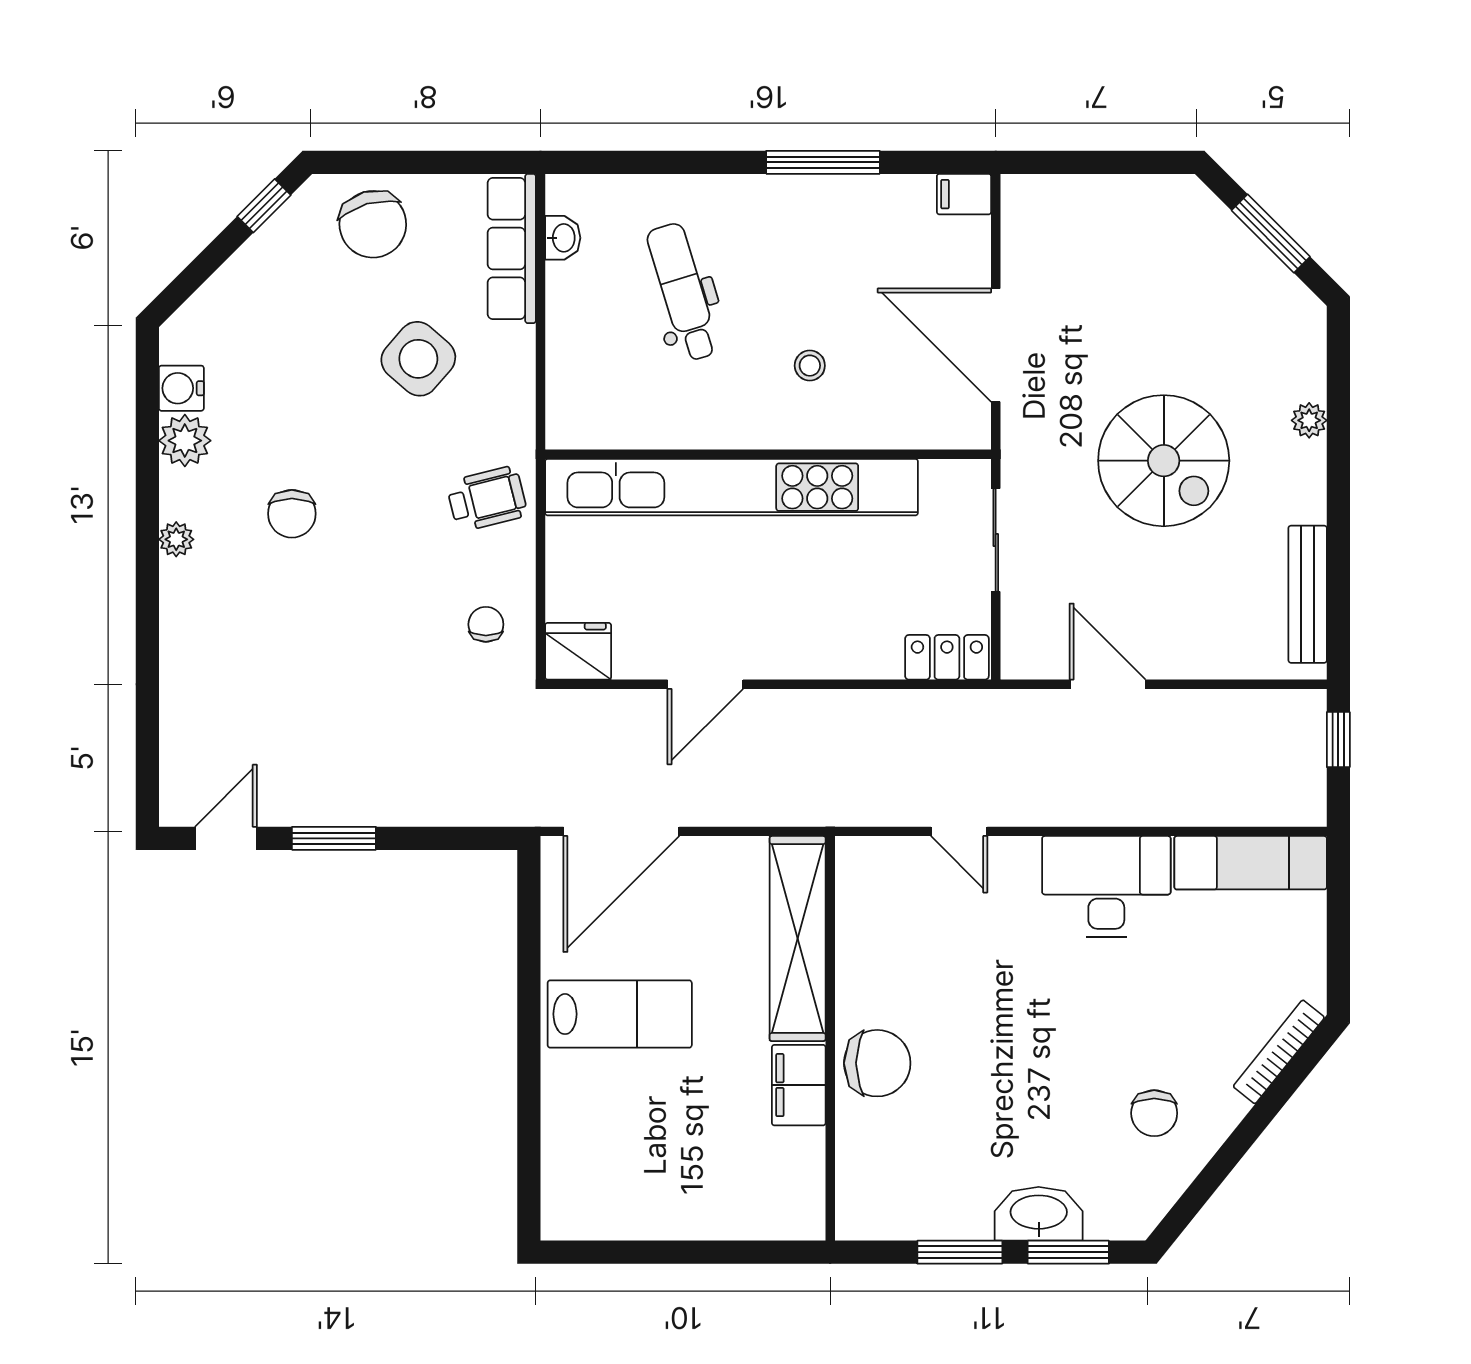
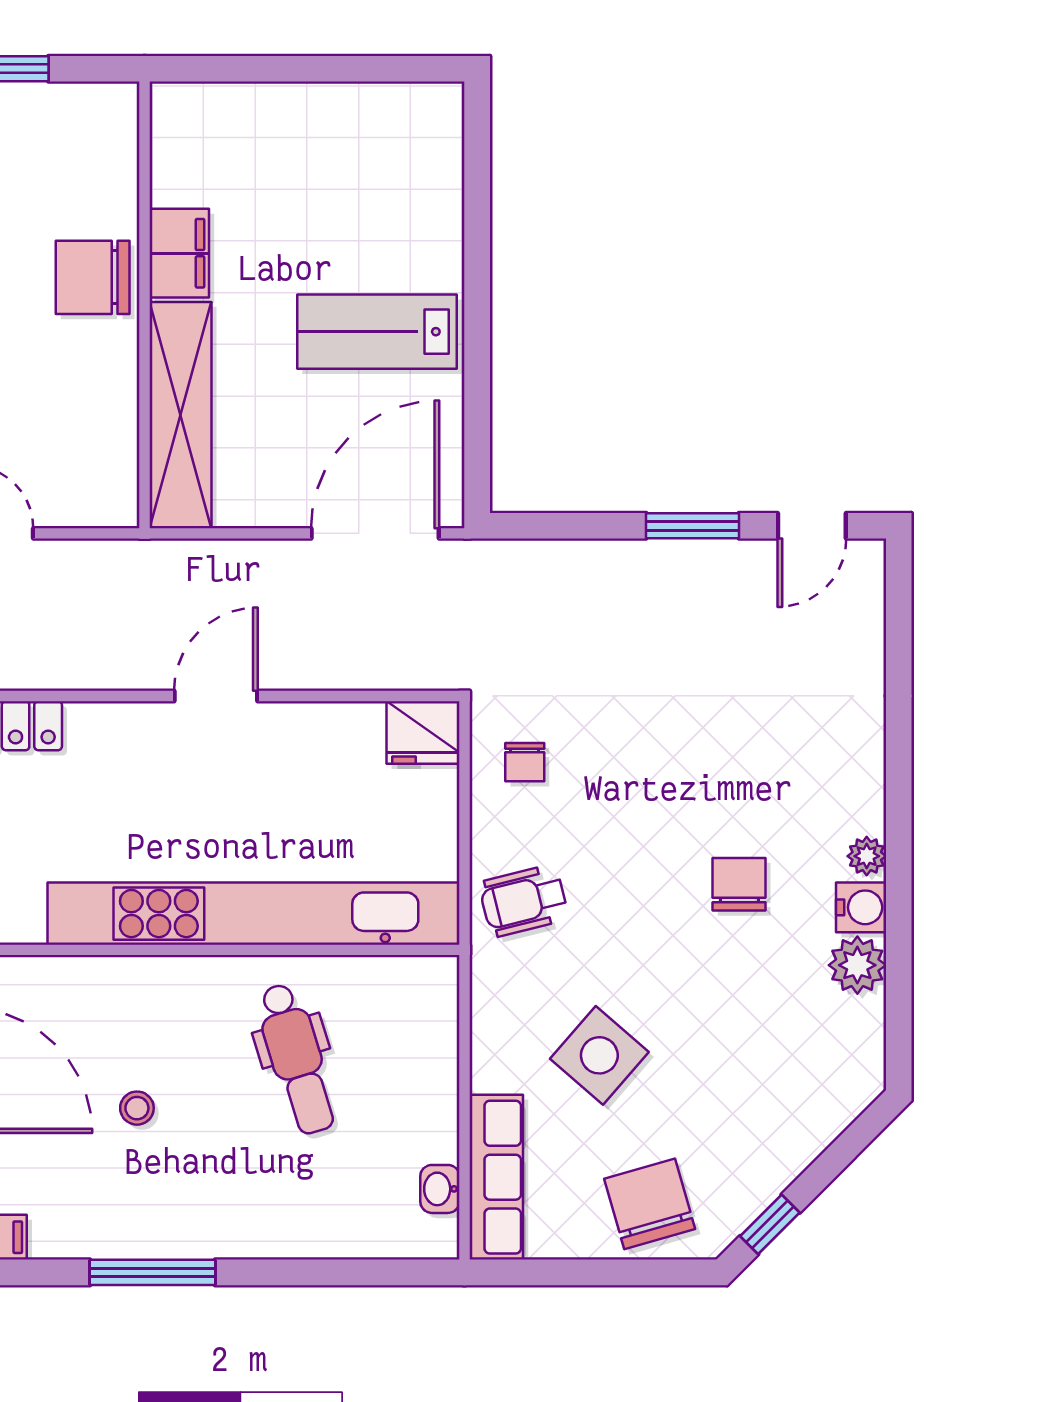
dental chair: (683, 292) -> (296, 1059), moved
stool: (810, 366) -> (137, 1108), moved
water cooler: (181, 388) -> (861, 907), moved
door: (705, 684) -> (216, 696), moved

